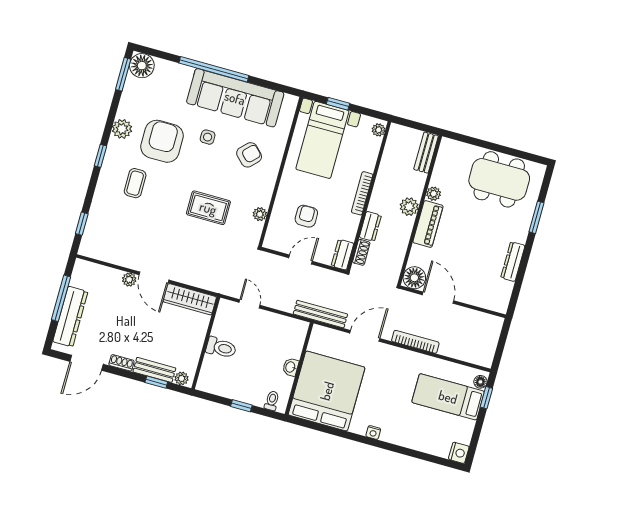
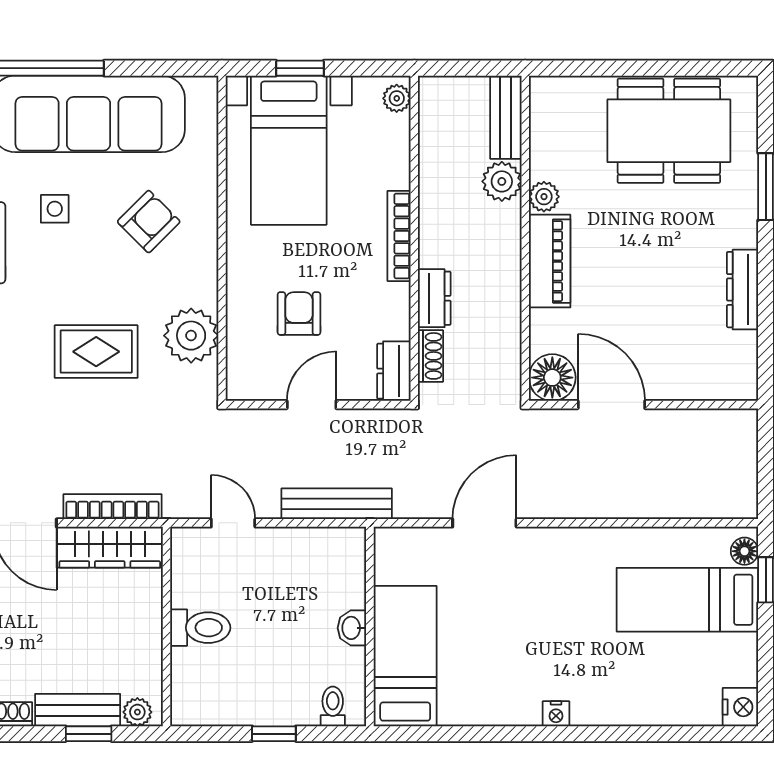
plant: (409, 207) -> (502, 181), moved
plant: (260, 214) -> (191, 336), width x1.87, depth x1.87
bench: (320, 314) -> (337, 504), moved
bookcase: (415, 342) -> (112, 507), moved
bed: (327, 391) -> (405, 656), width x0.49

